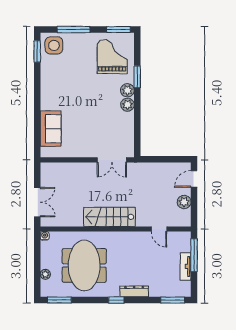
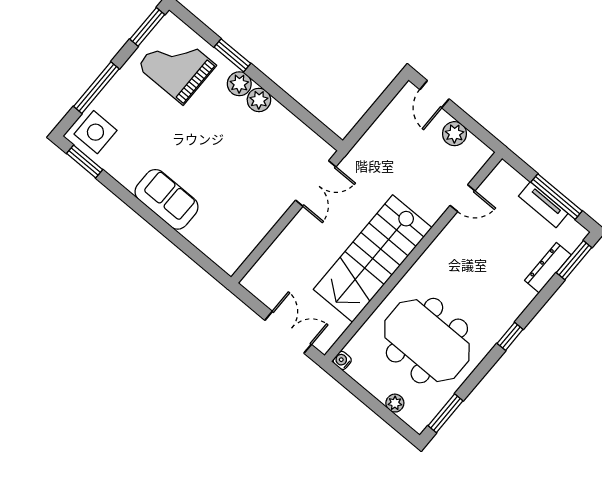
sofa: (51, 129) -> (167, 199), moved
stairs: (109, 217) -> (373, 258), width x1.36, depth x1.51
window: (194, 255) -> (557, 197), moved
dresser: (134, 291) -> (548, 268), moved

